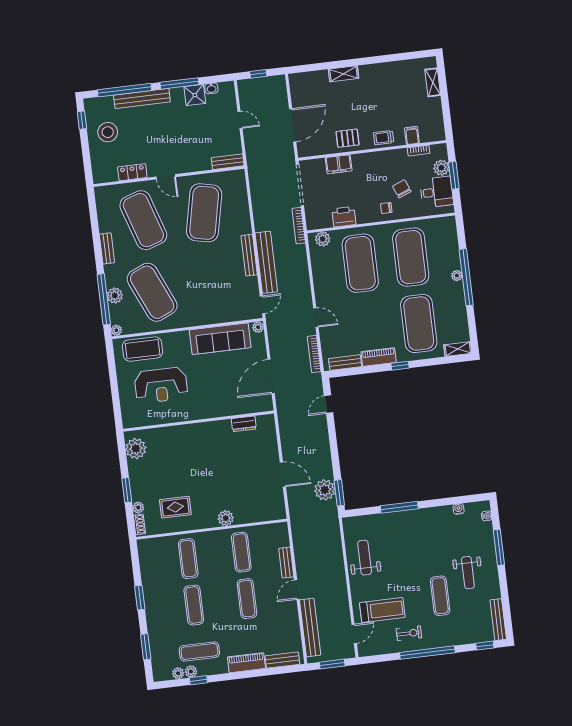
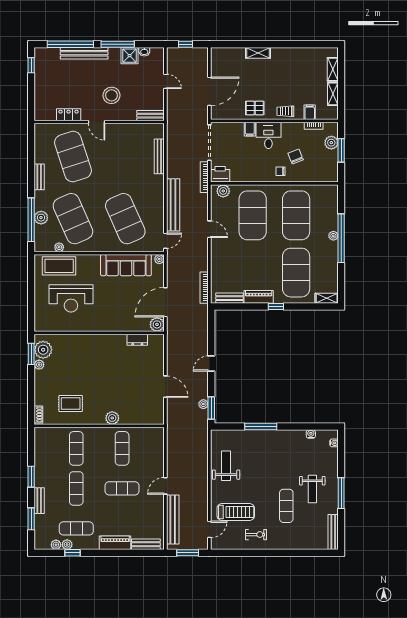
shelving: (436, 111) -> (333, 94), added
stool: (108, 132) -> (111, 95), moved
filing cabinet: (339, 164) -> (250, 129), width x0.50
desk: (437, 192) -> (268, 135), moved, turned -90
exercise mat: (204, 213) -> (125, 219), moved, turned -36
printer: (344, 217) -> (220, 174), moved
bench: (249, 255) -> (159, 156), moved
door: (316, 318) -> (209, 229), moved
plant: (116, 330) -> (59, 247), moved
plant: (264, 403) -> (157, 324), added
door: (329, 404) -> (211, 363), moved
window: (127, 490) -> (31, 354), moved
plant: (325, 490) -> (203, 404), width x0.53, depth x0.53
plant: (138, 508) -> (39, 365), moved
window: (499, 547) -> (341, 493), moved
bench: (286, 563) -> (39, 501), moved
exercise mat: (247, 599) -> (122, 488), turned 90
window: (485, 646) -> (319, 553), removed
window: (427, 653) -> (270, 553), removed

